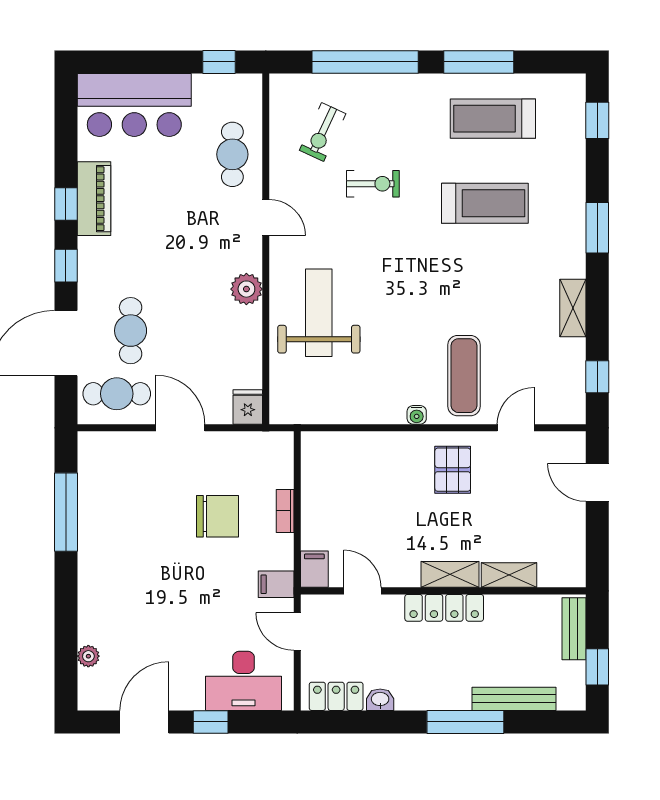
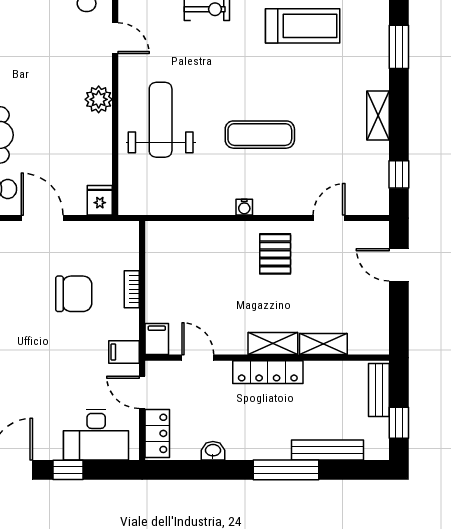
exercise mat: (464, 376) -> (260, 135), moved, turned 90
locker: (336, 696) -> (157, 433), moved, turned 90

